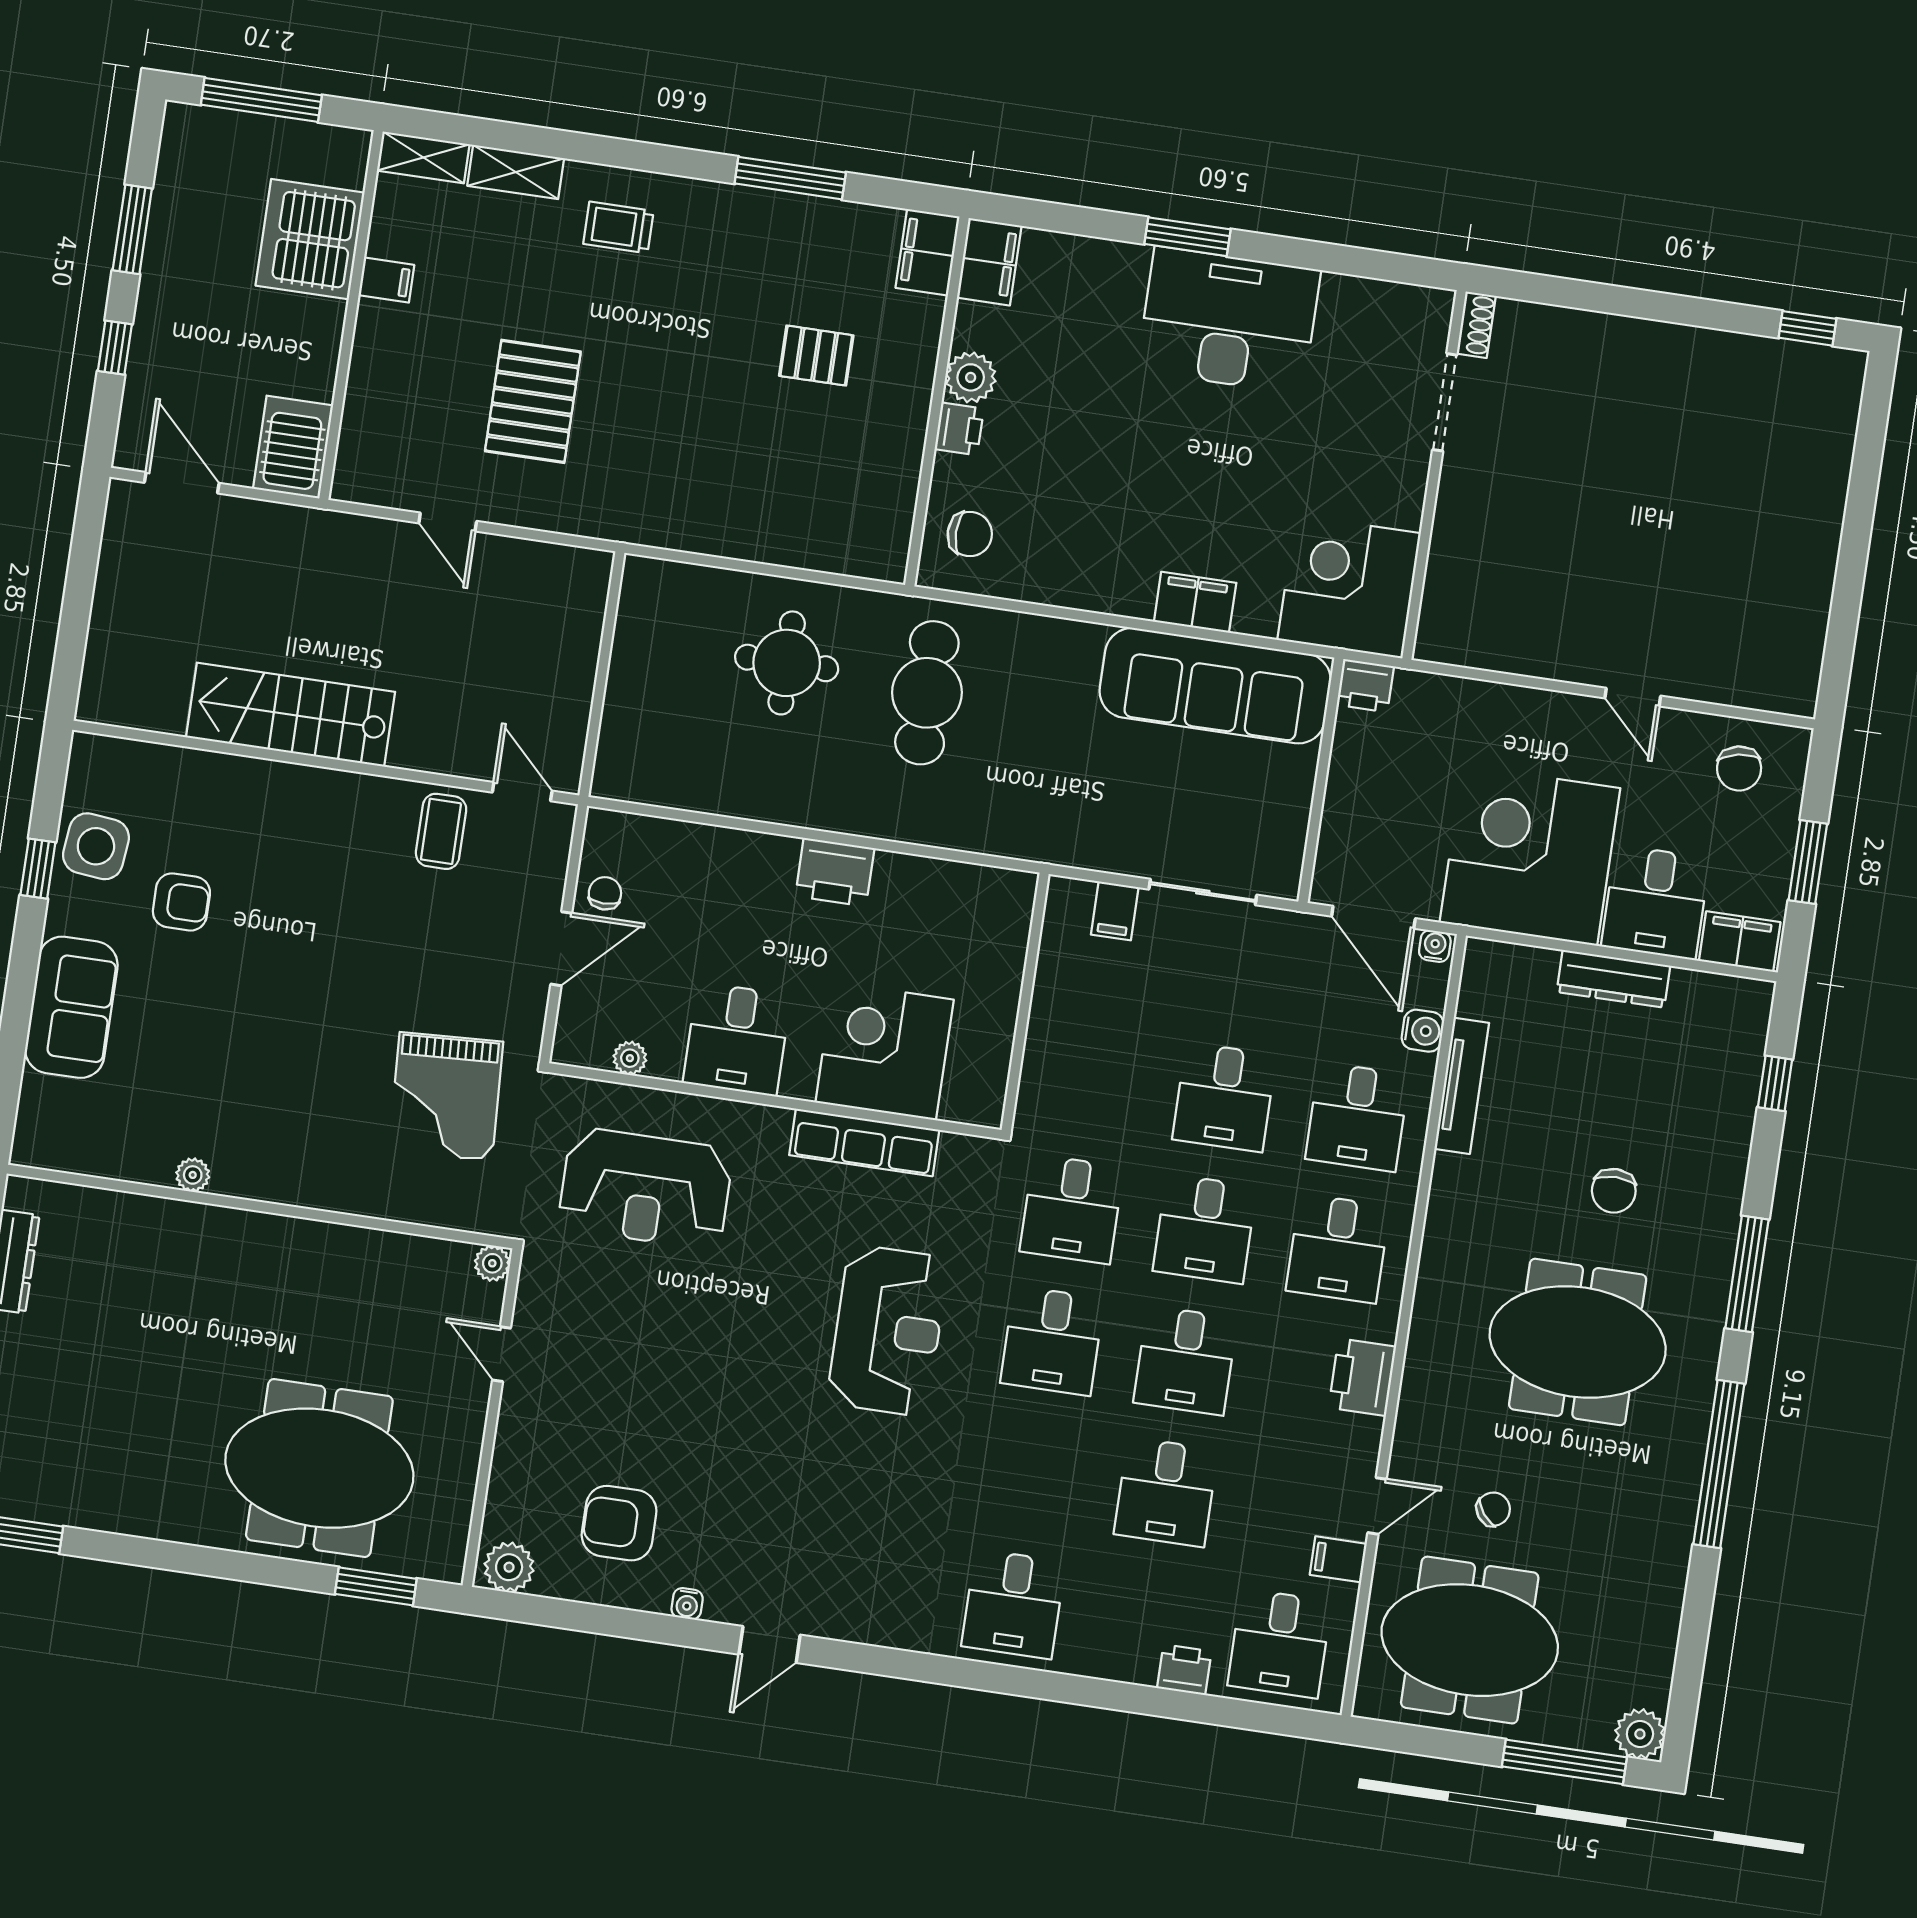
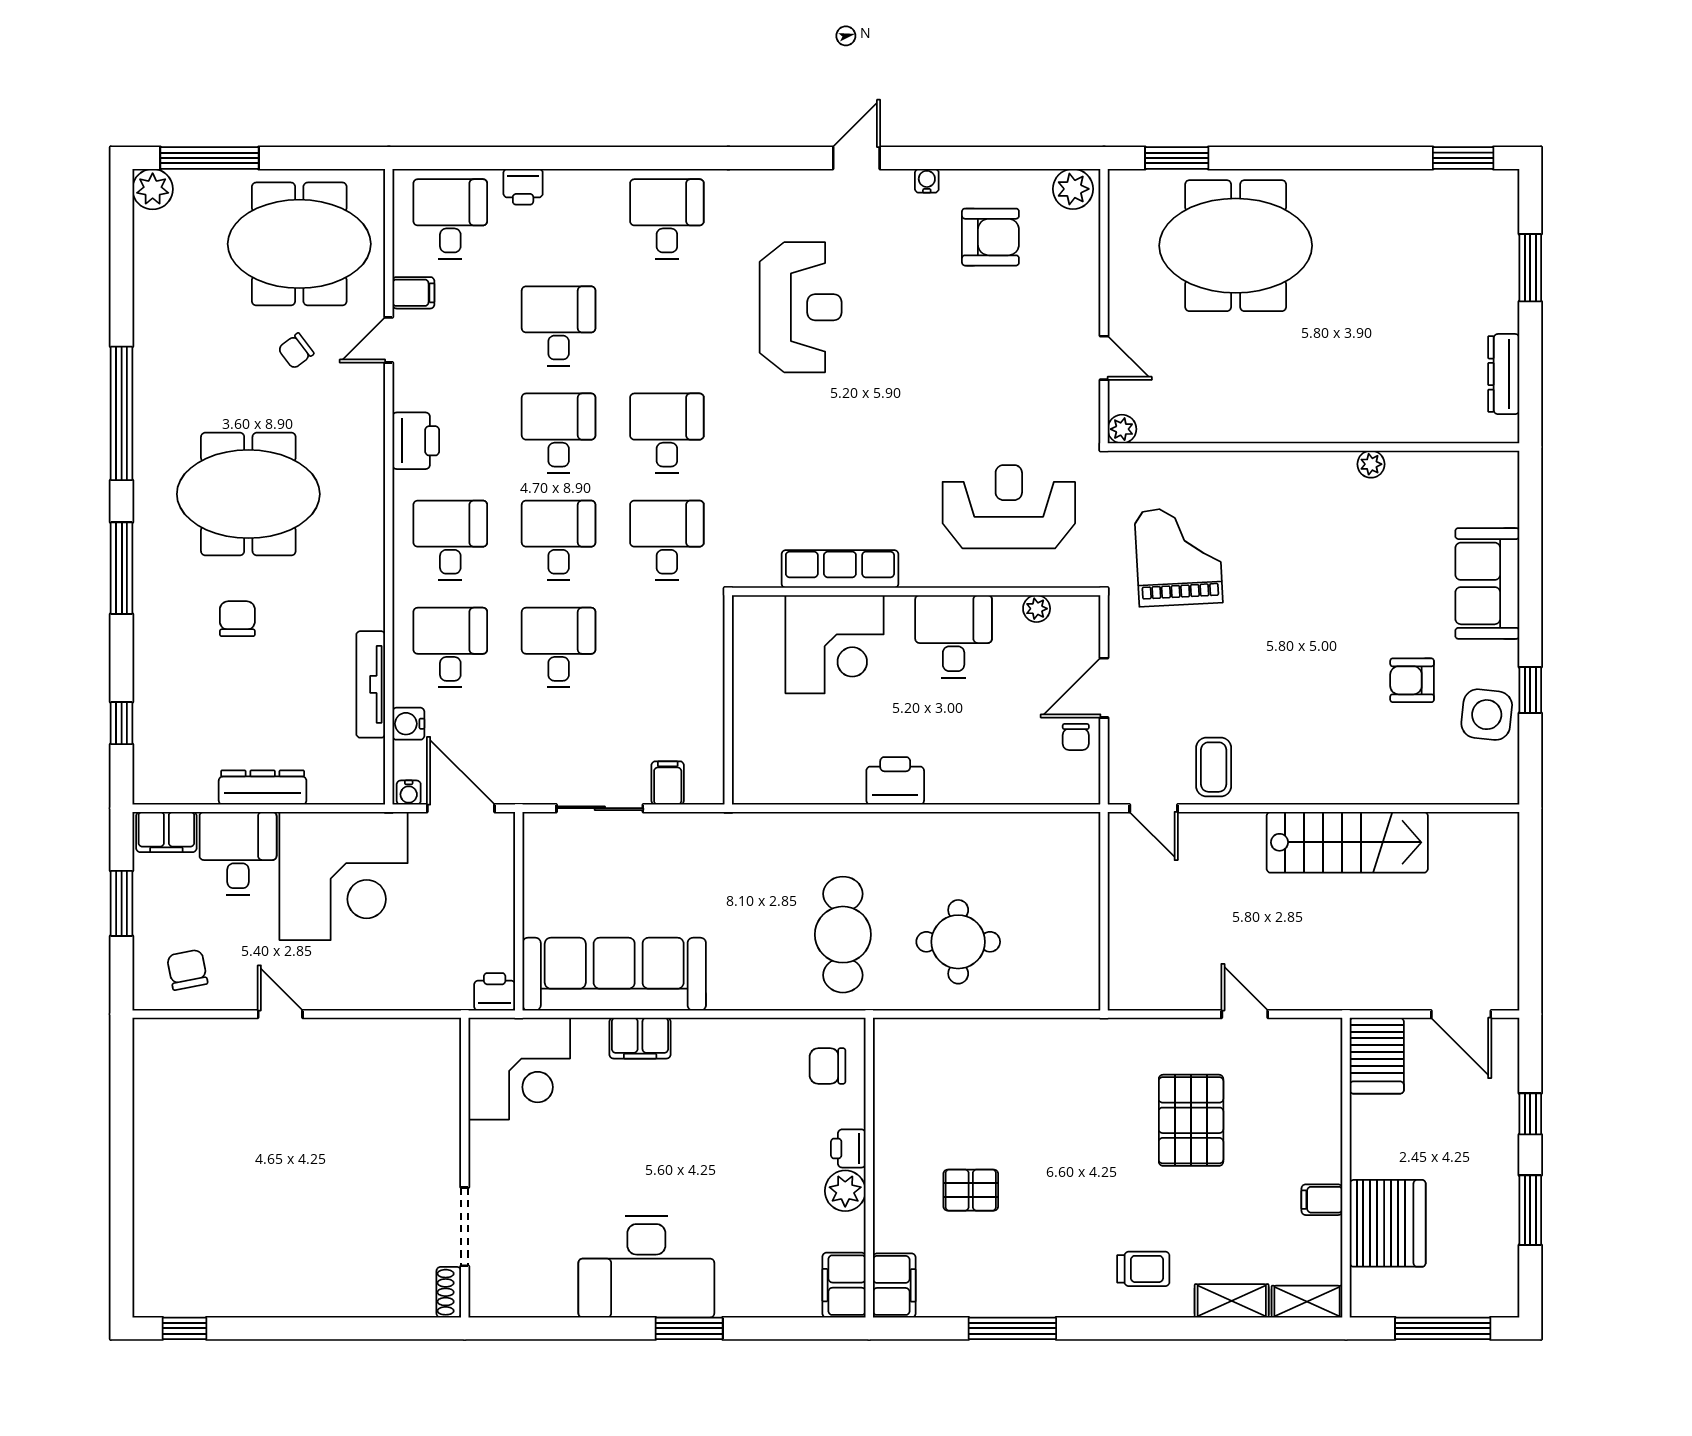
reception desk: (888, 1330) -> (801, 307), moved, turned 180

